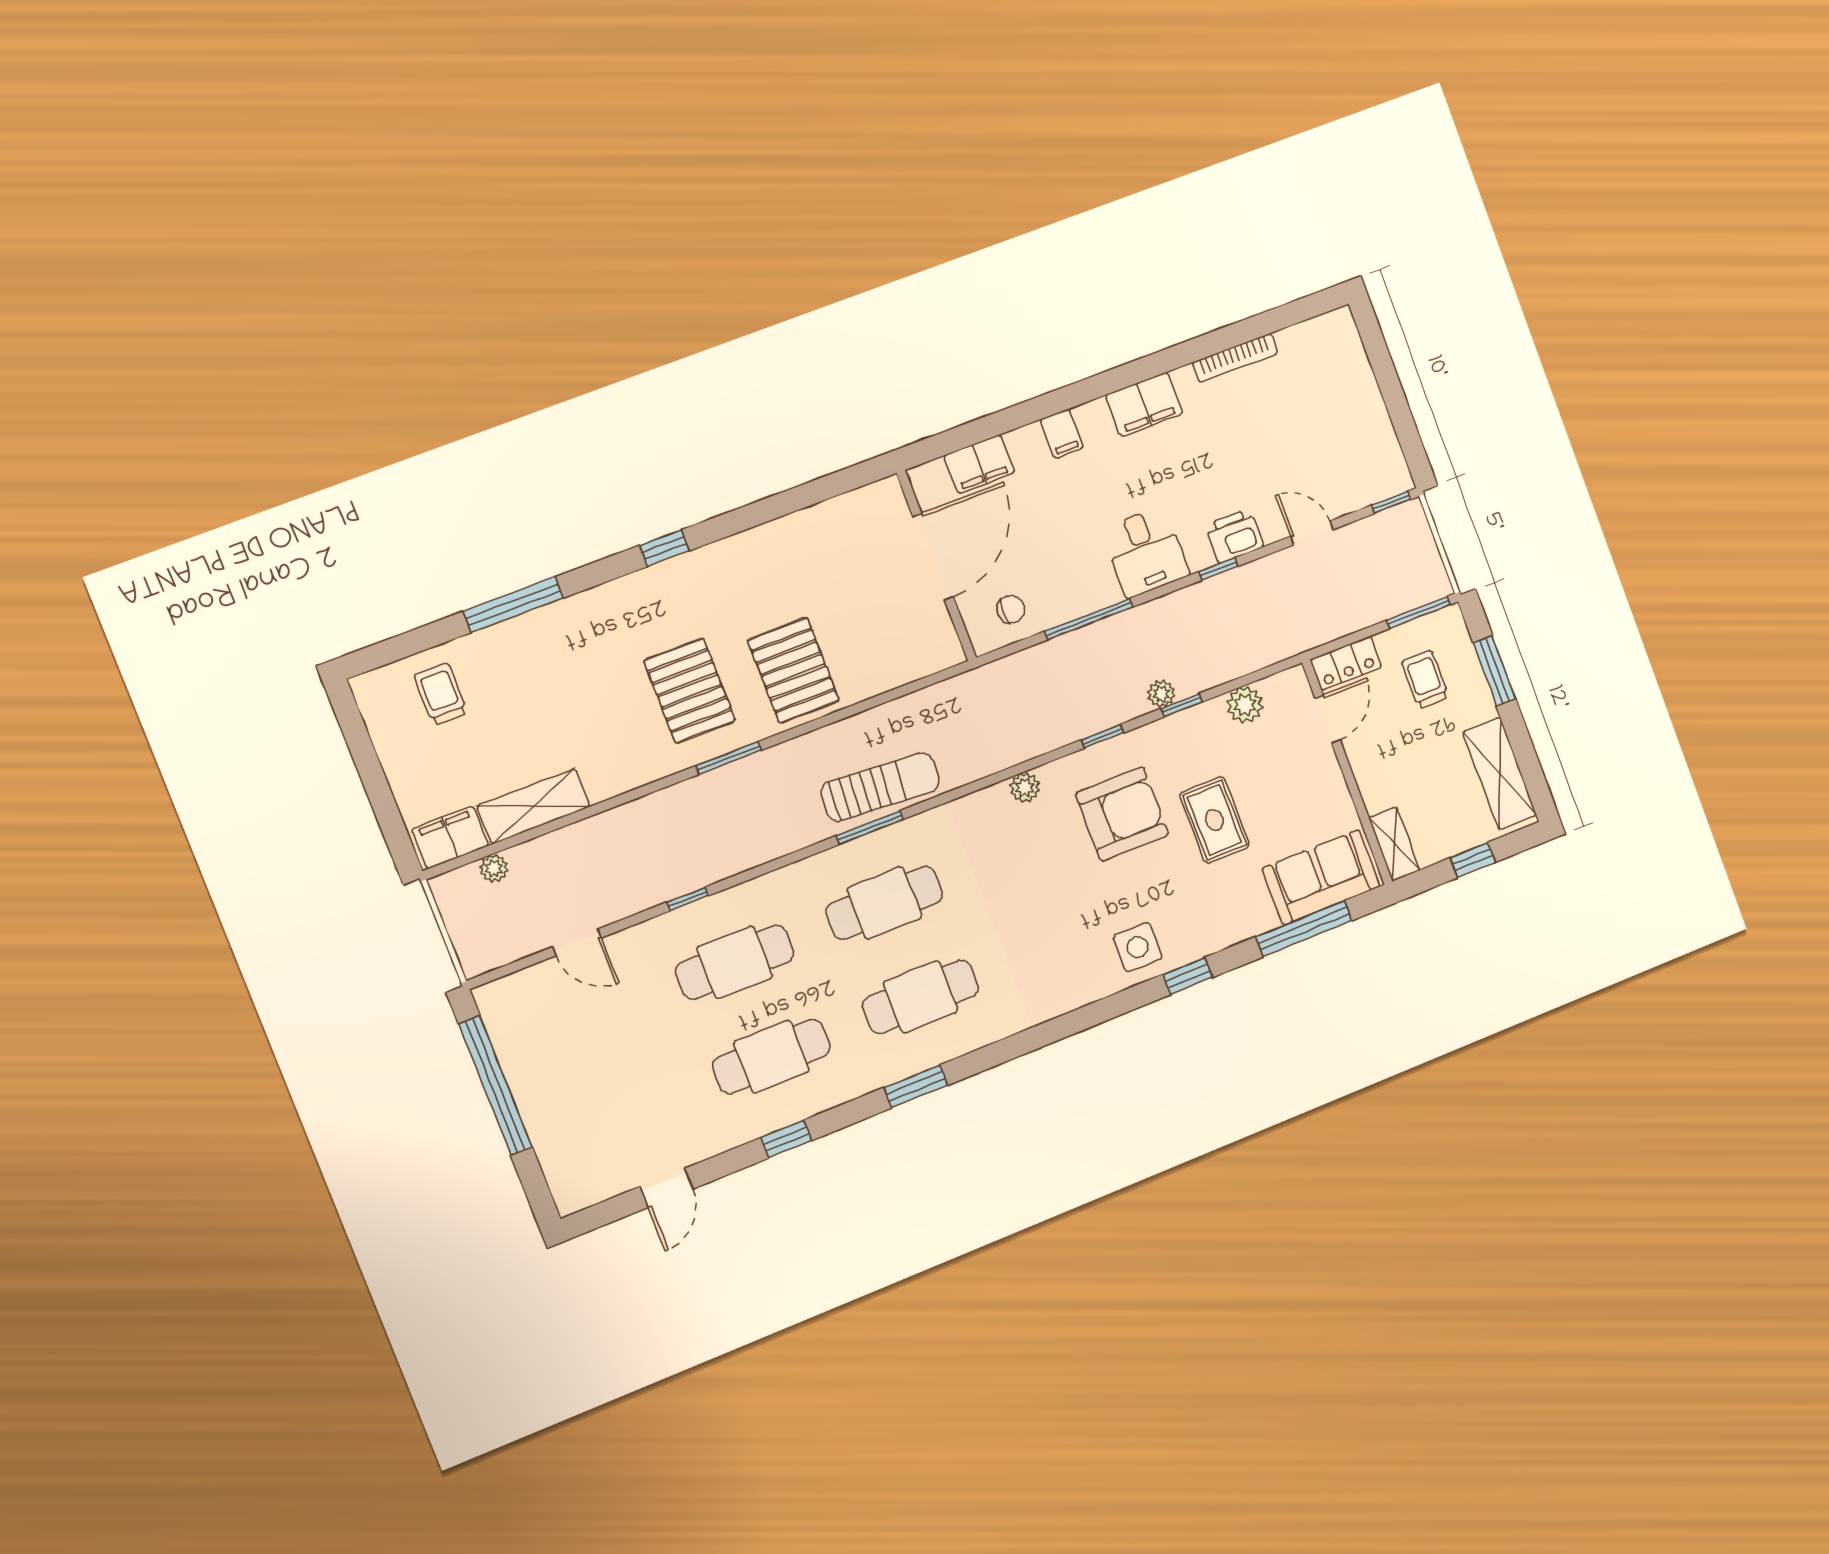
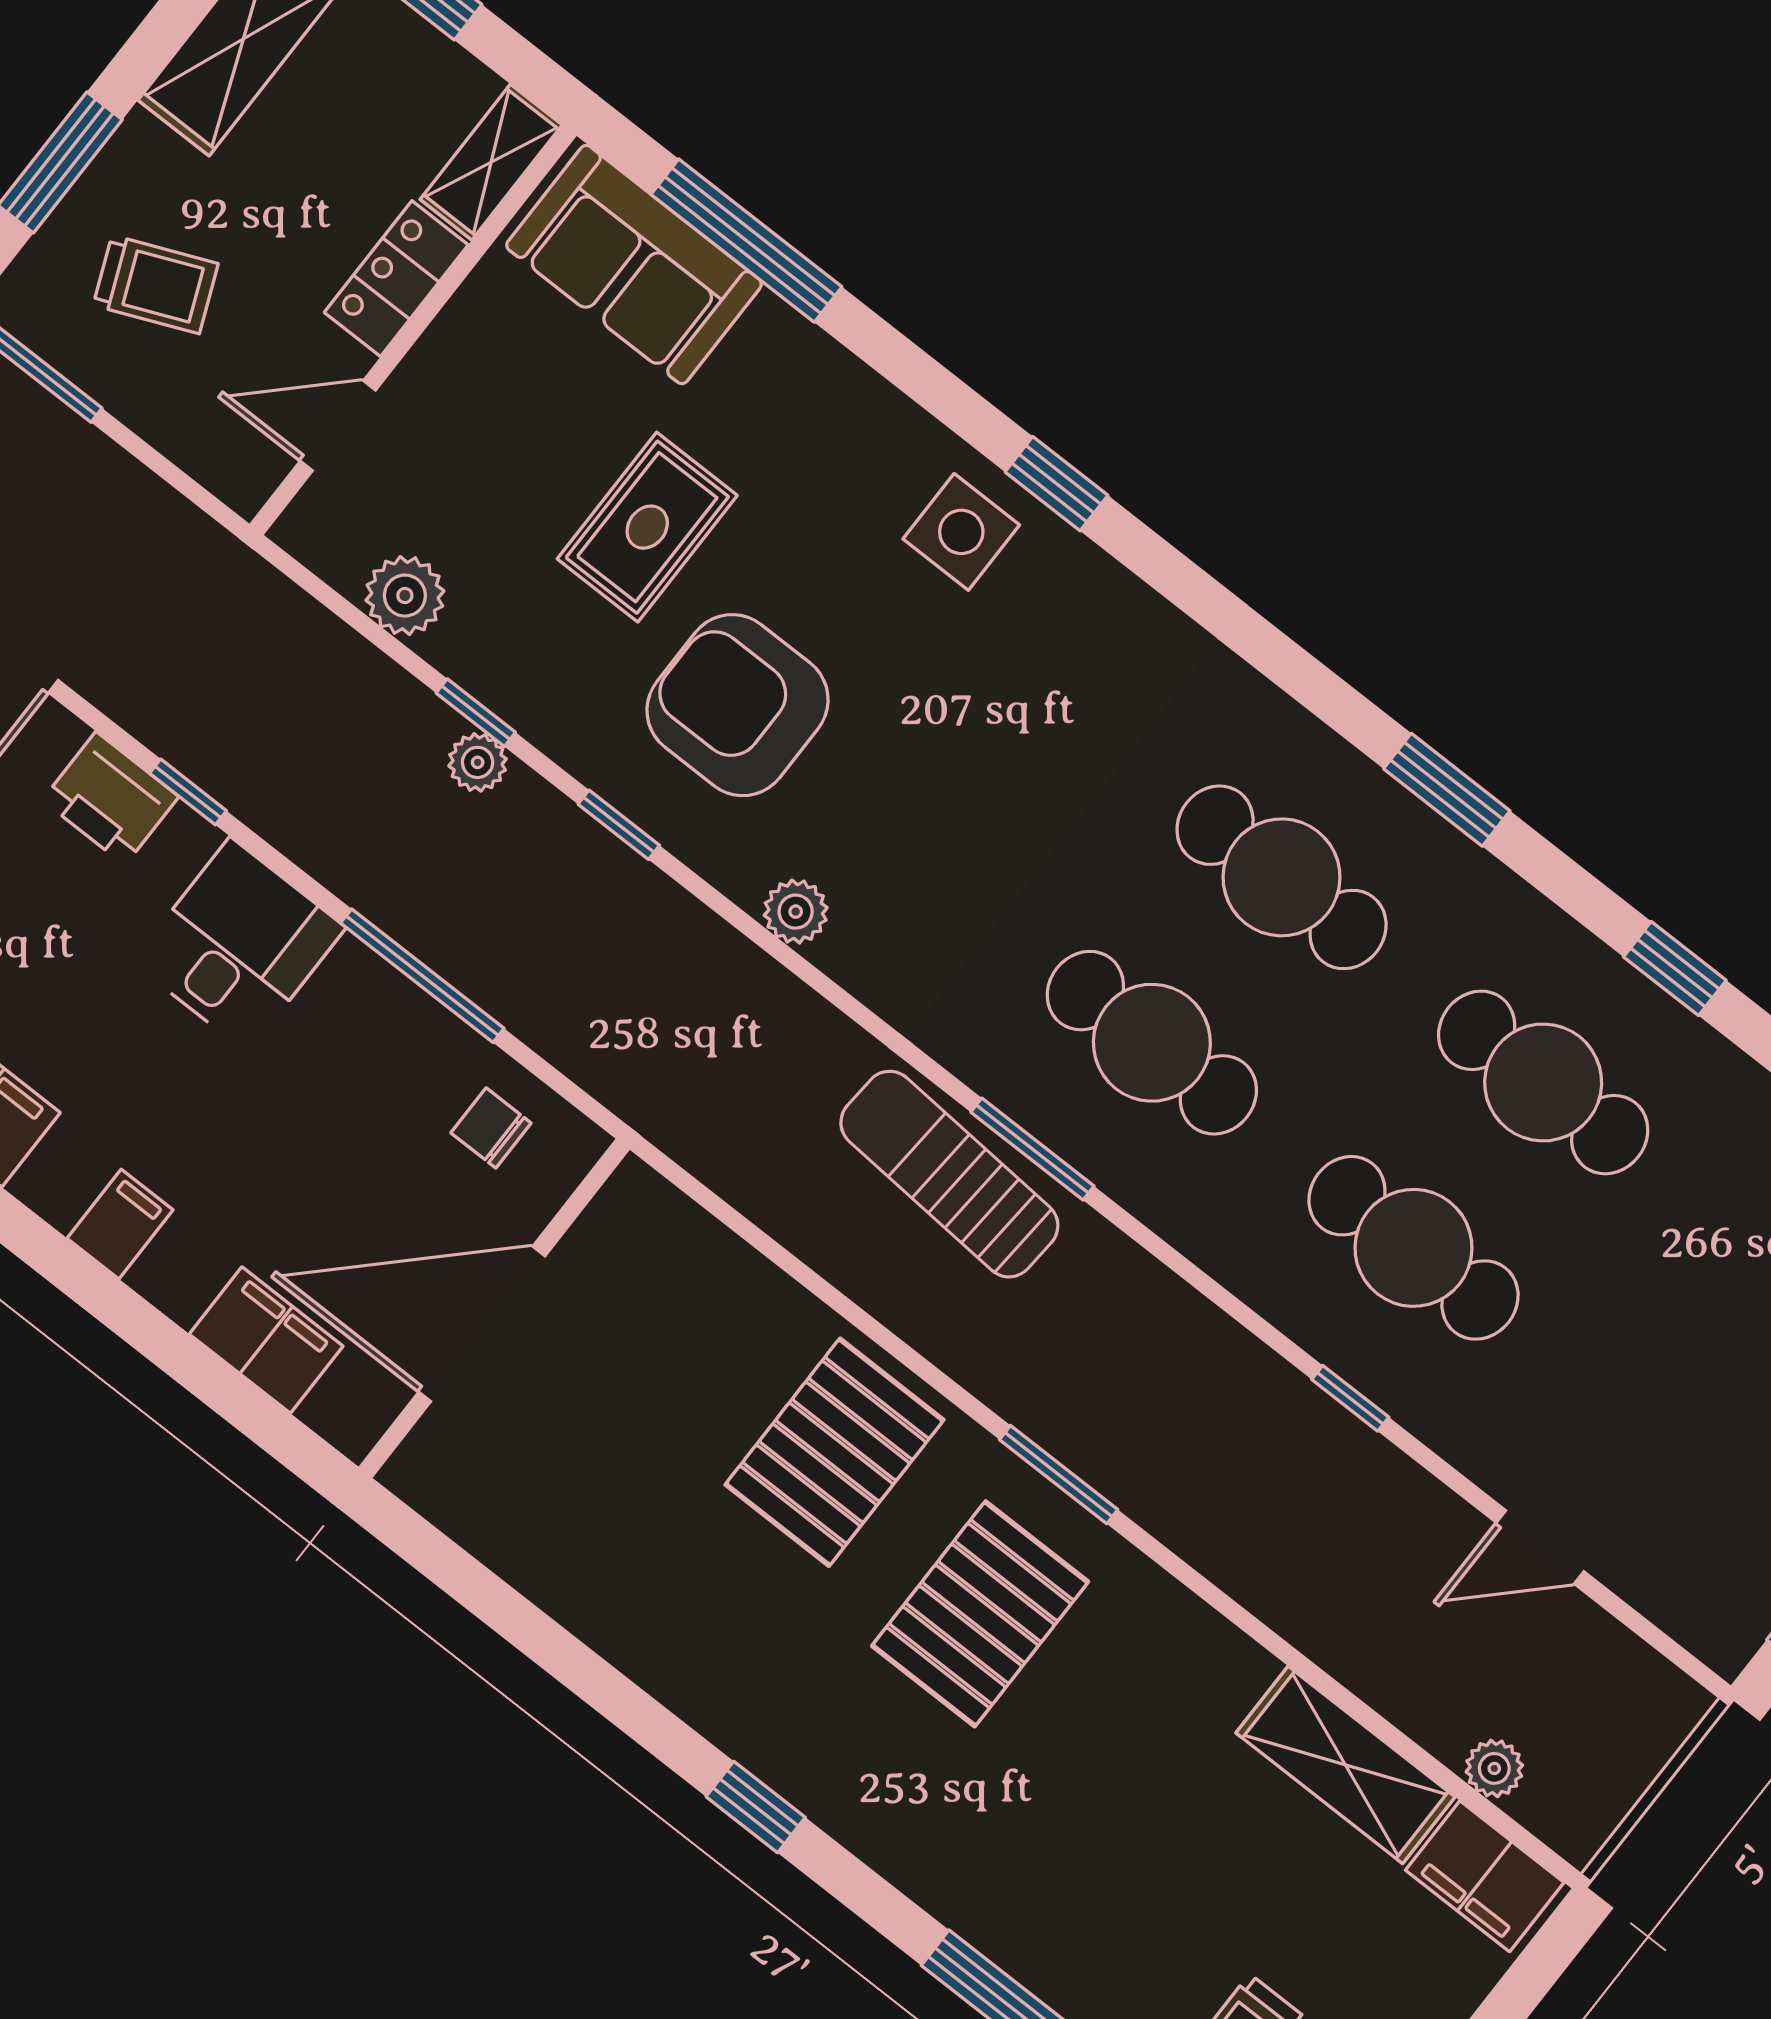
locker: (1346, 663) -> (396, 279), moved, turned -90
trolley: (1425, 680) -> (156, 284), turned -113
door: (577, 942) -> (1540, 1547), swing flipped
window: (1188, 976) -> (1056, 484), moved

